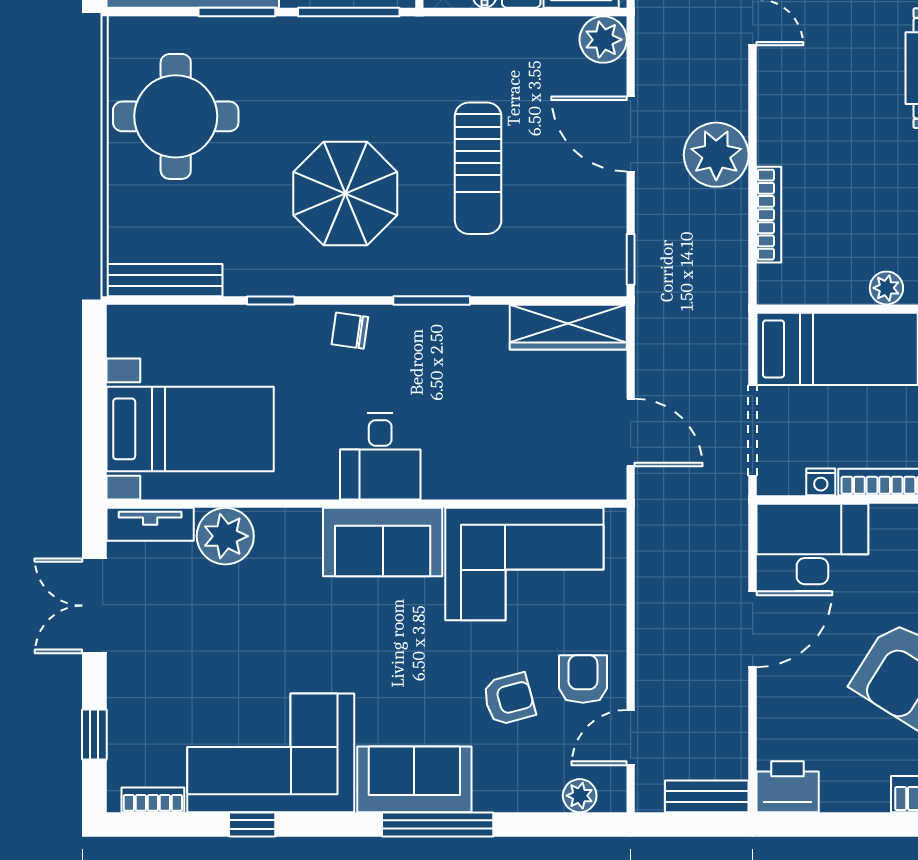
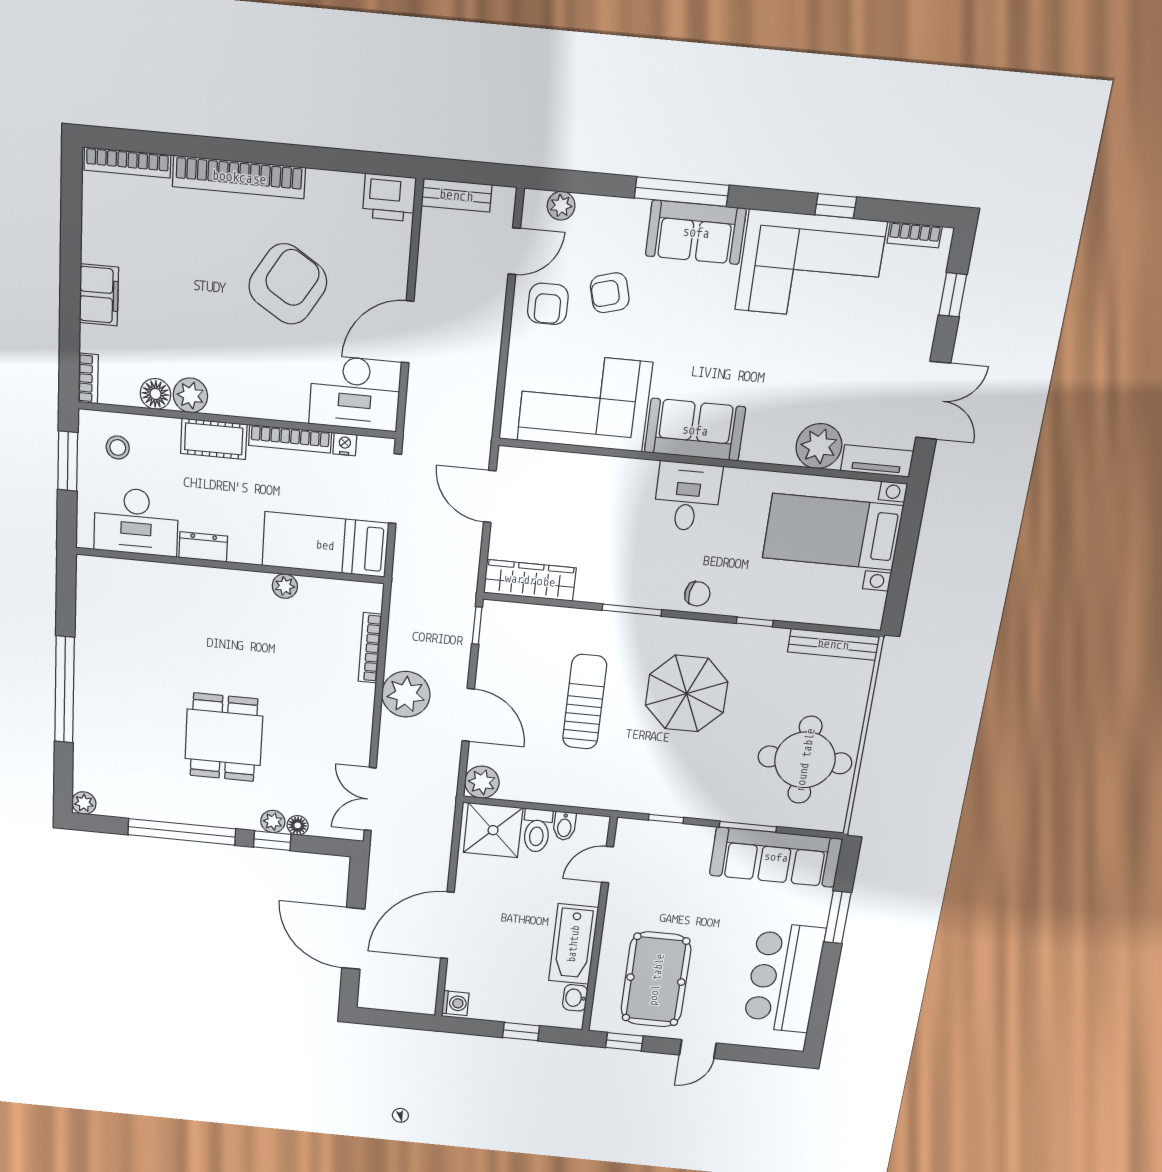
window: (349, 12) -> (666, 819), width x0.46

